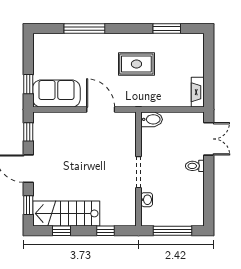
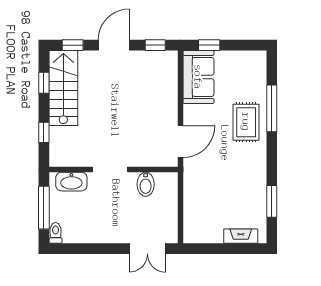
rug: (136, 64) -> (246, 122), moved
fireplace: (198, 92) -> (241, 236), moved
door: (101, 110) -> (180, 141), moved
bidet: (152, 119) -> (146, 184), moved
toilet: (195, 166) -> (56, 233), moved
washbasin: (147, 200) -> (71, 182), width x1.91, depth x1.45

